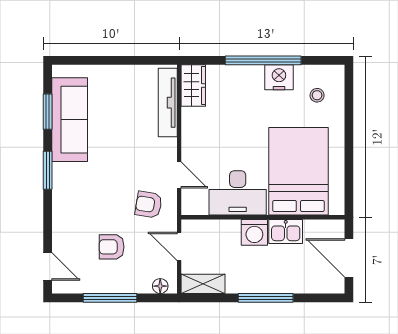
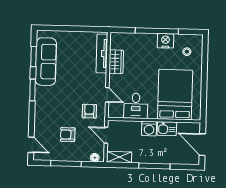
wardrobe: (193, 85) -> (116, 62), moved
desk: (238, 193) -> (136, 106), width x0.73
armchair: (149, 205) -> (89, 111), turned 81

